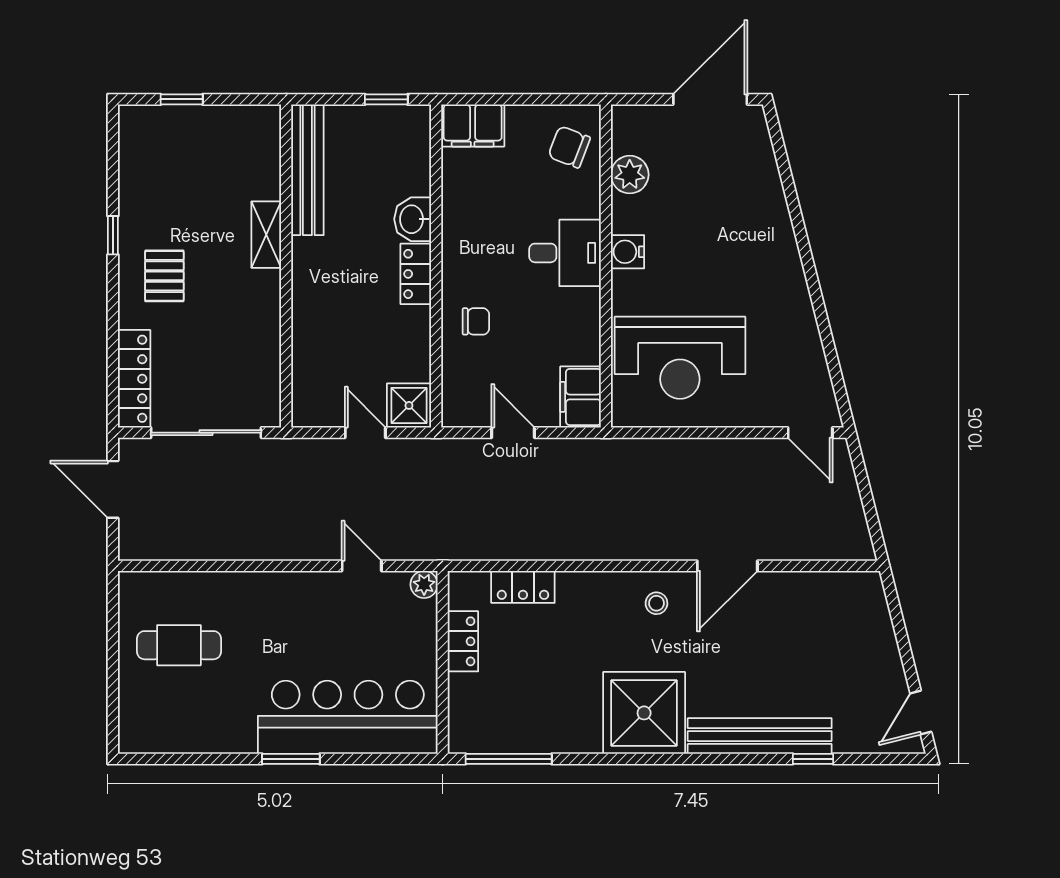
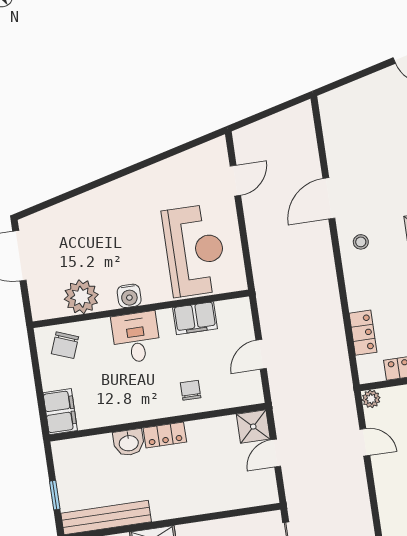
window: (386, 99) -> (55, 495), moved
plant: (630, 175) -> (81, 297), width x1.36, depth x1.36
filing cabinet: (581, 397) -> (195, 318), moved
door: (810, 433) -> (235, 181), moved
door: (362, 566) -> (365, 442), swing flipped
door: (727, 566) -> (329, 198), swing flipped

